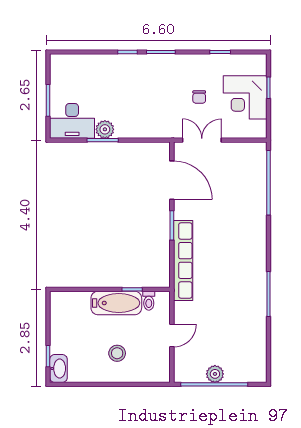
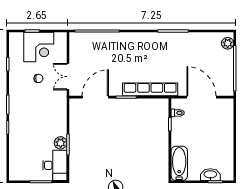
bathtub: (116, 303) -> (179, 163), moved
door: (172, 336) -> (201, 97), width x1.88
stool: (117, 353) -> (214, 135), removed
washbasin: (58, 368) -> (210, 175), moved
plant: (215, 374) -> (228, 43), moved

